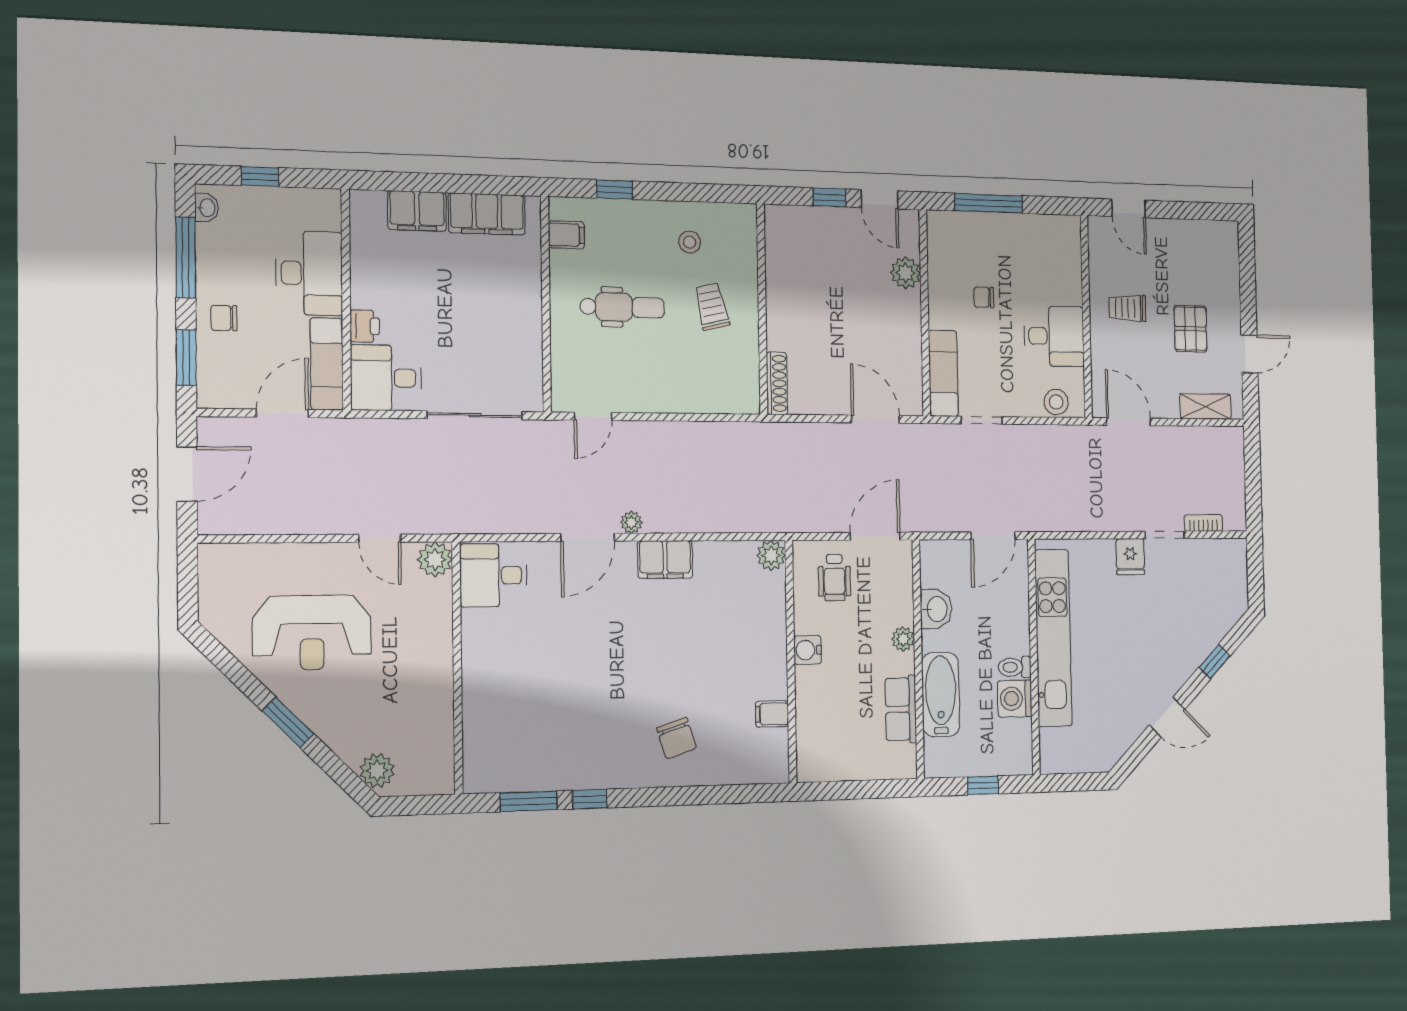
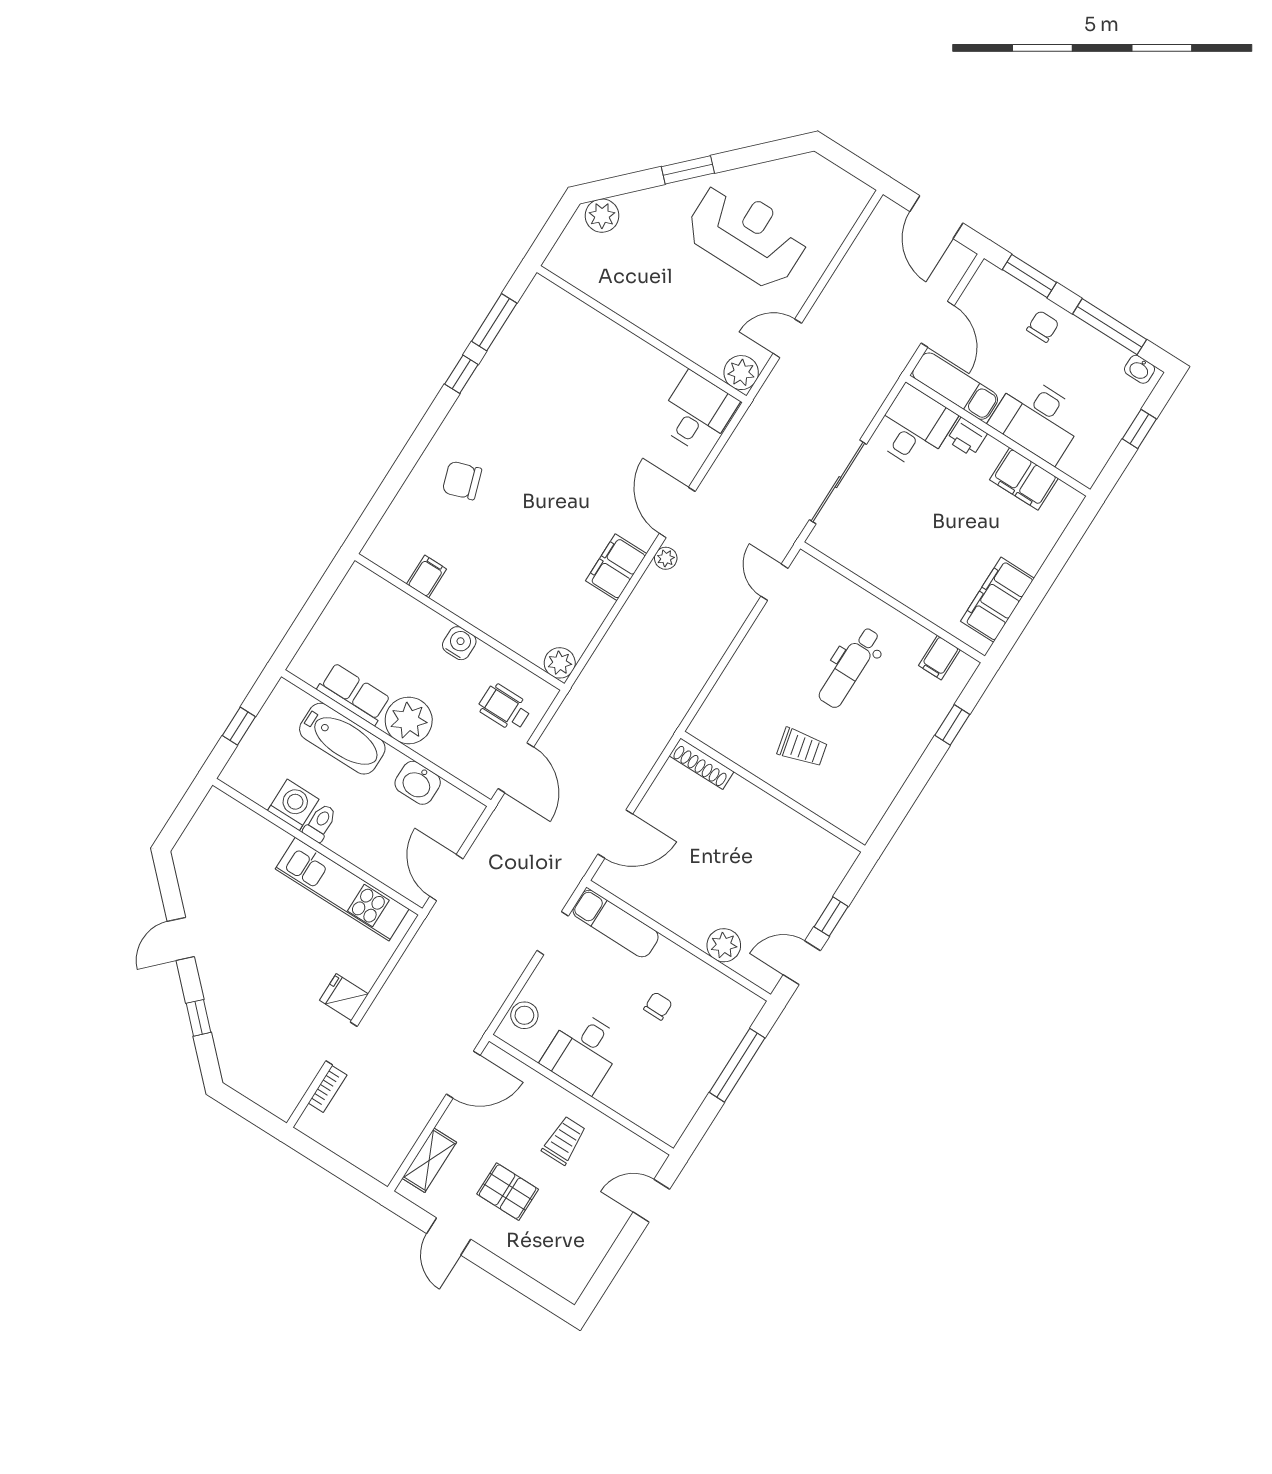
filing cabinet: (417, 211) -> (1024, 479), moved, turned -90
stool: (690, 242) -> (869, 763), removed
reception desk: (312, 633) -> (747, 235), turned 90
kitchen unit: (1053, 638) -> (342, 889), width x0.73
plant: (903, 639) -> (409, 720), width x1.87, depth x1.87

